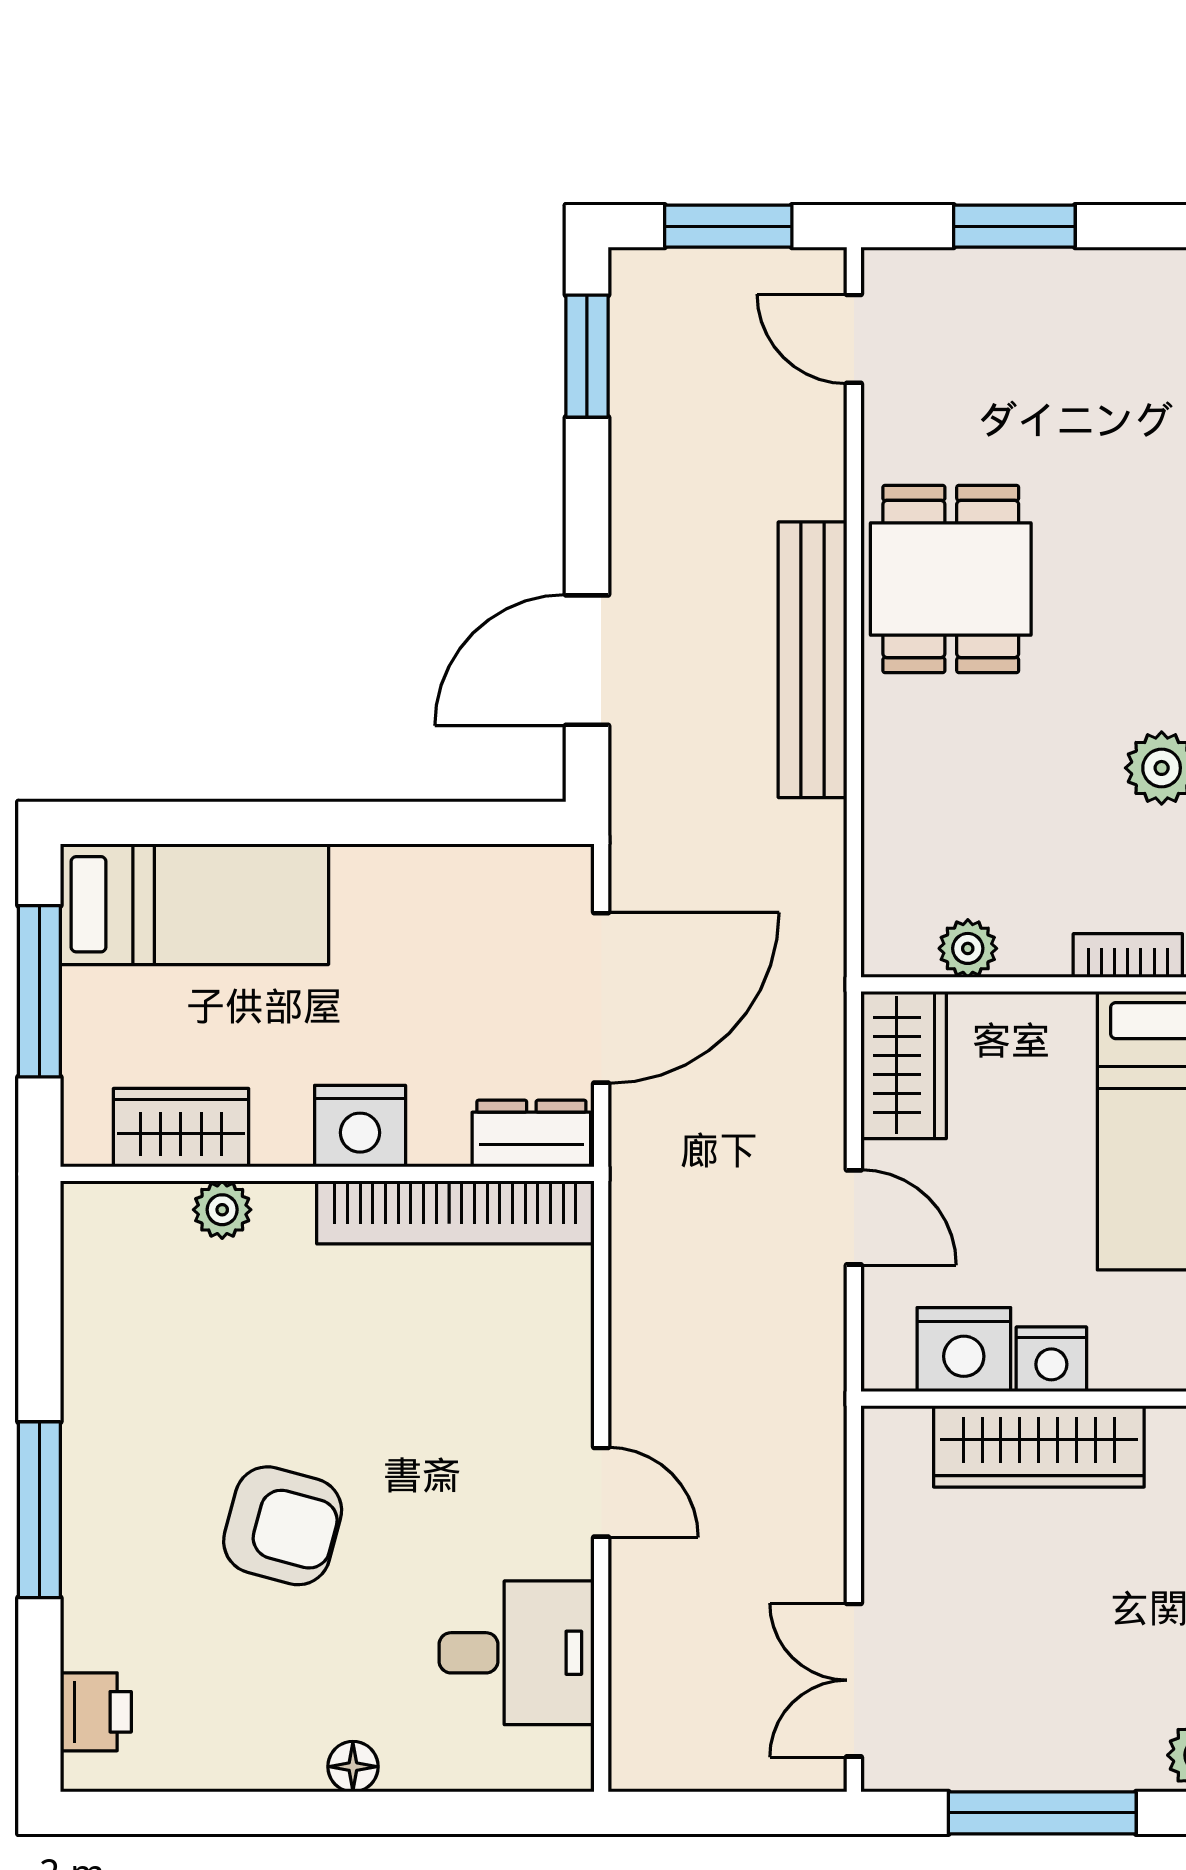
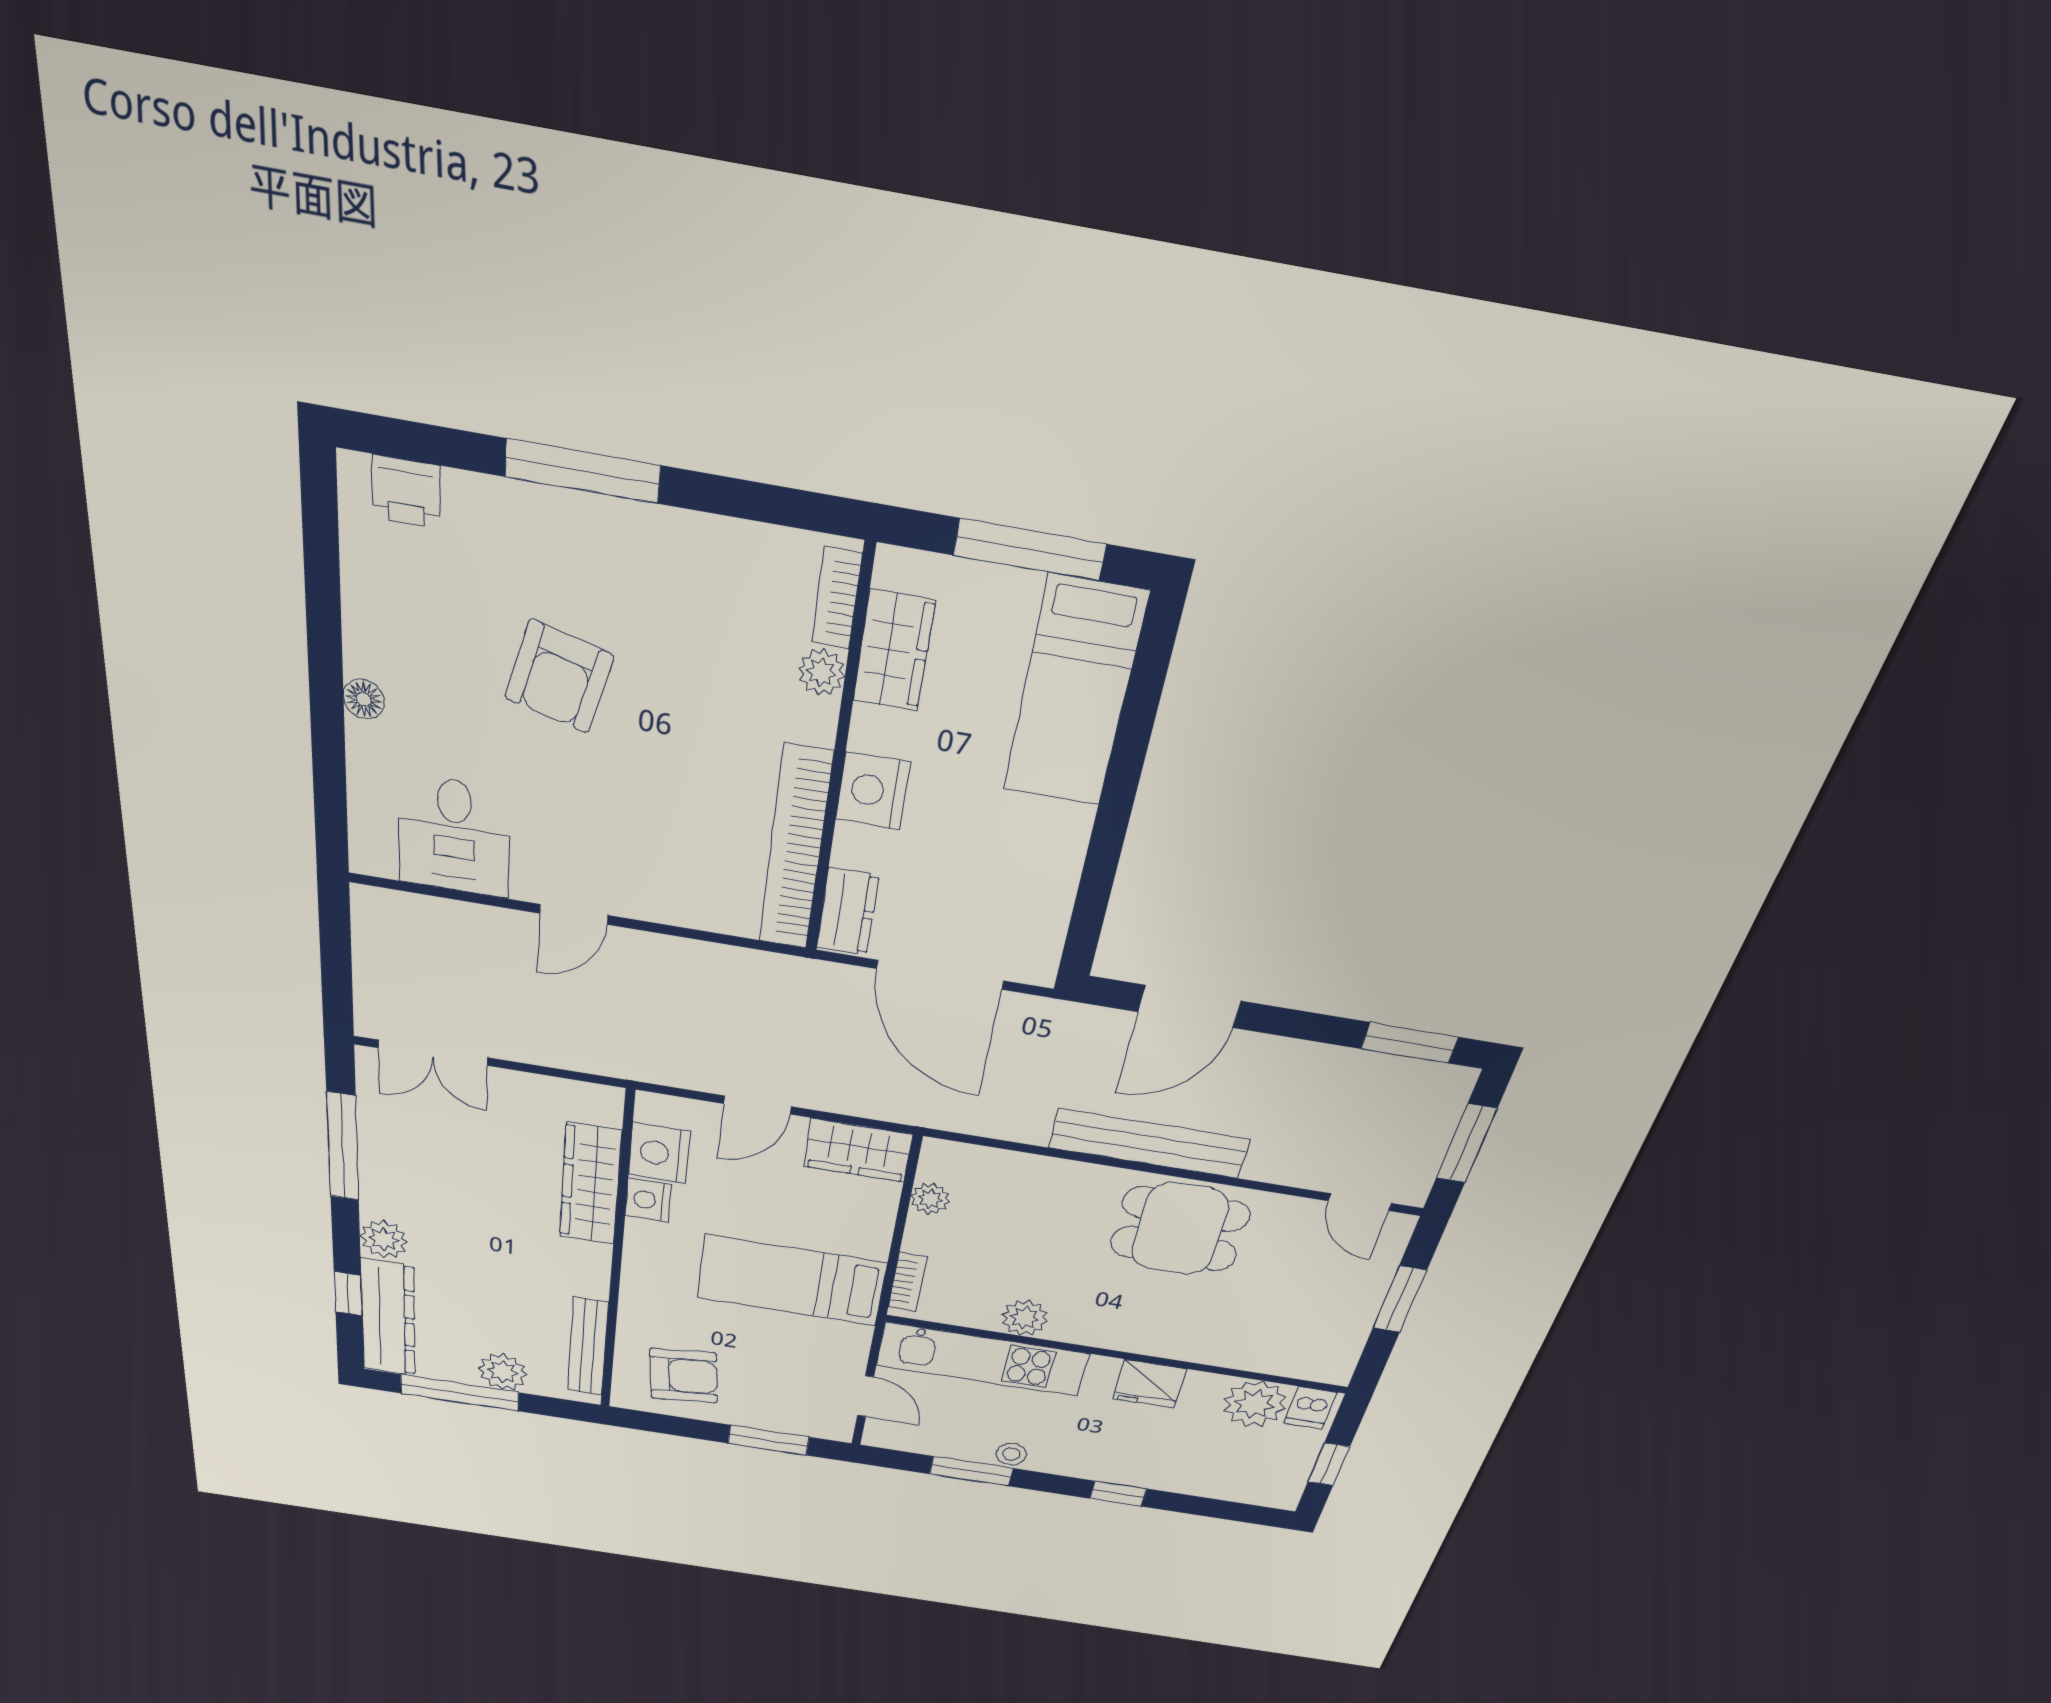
door: (854, 339) -> (1360, 1202), swing flipped
door: (587, 660) -> (1189, 1006), swing flipped
bookcase: (131, 1203) -> (837, 598), added
double door: (854, 1680) -> (433, 1053), swing flipped

